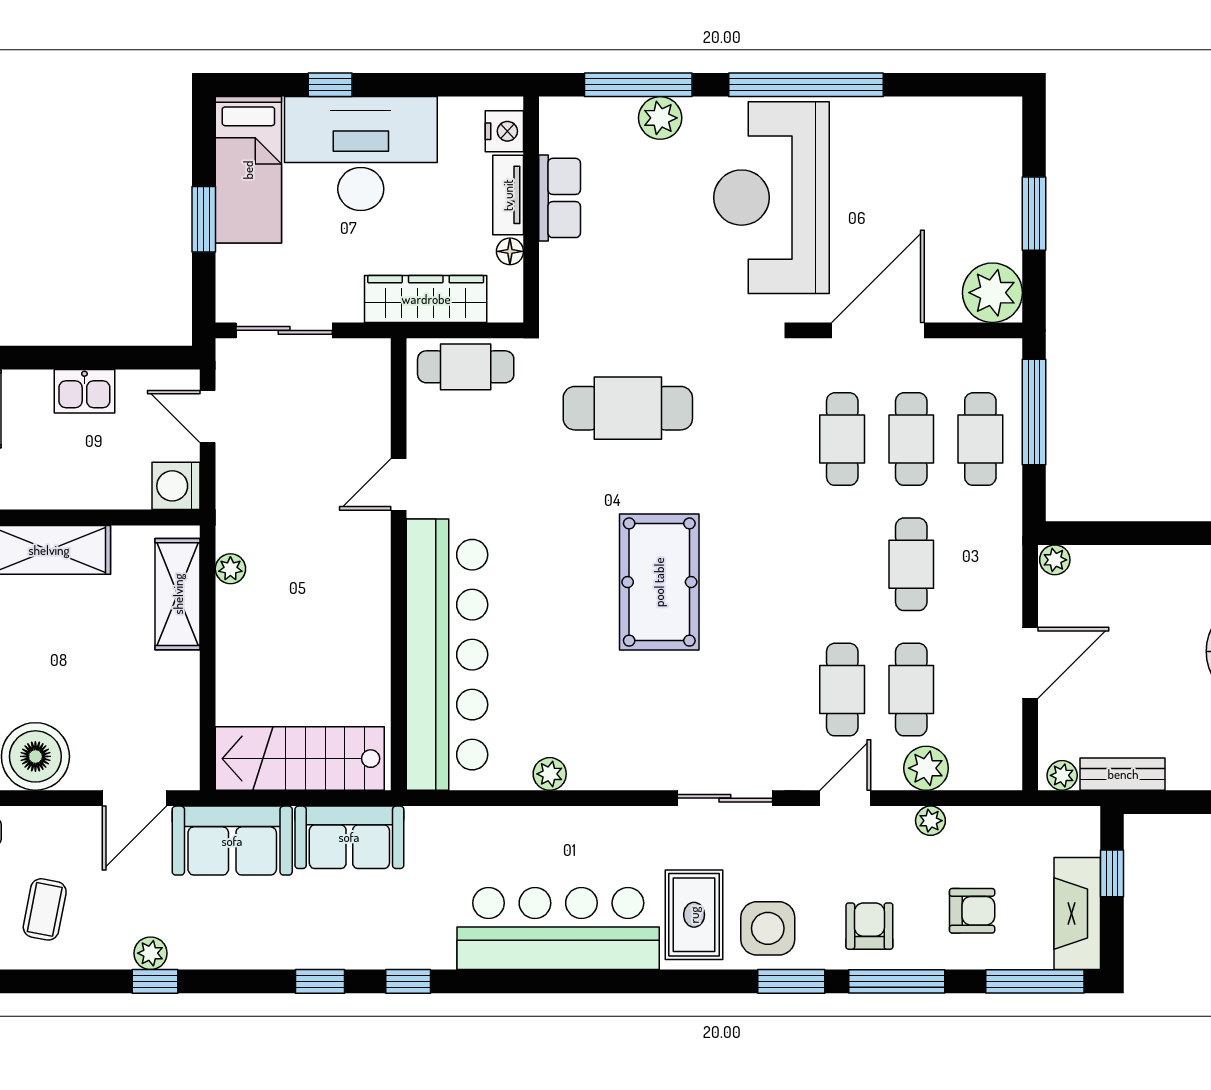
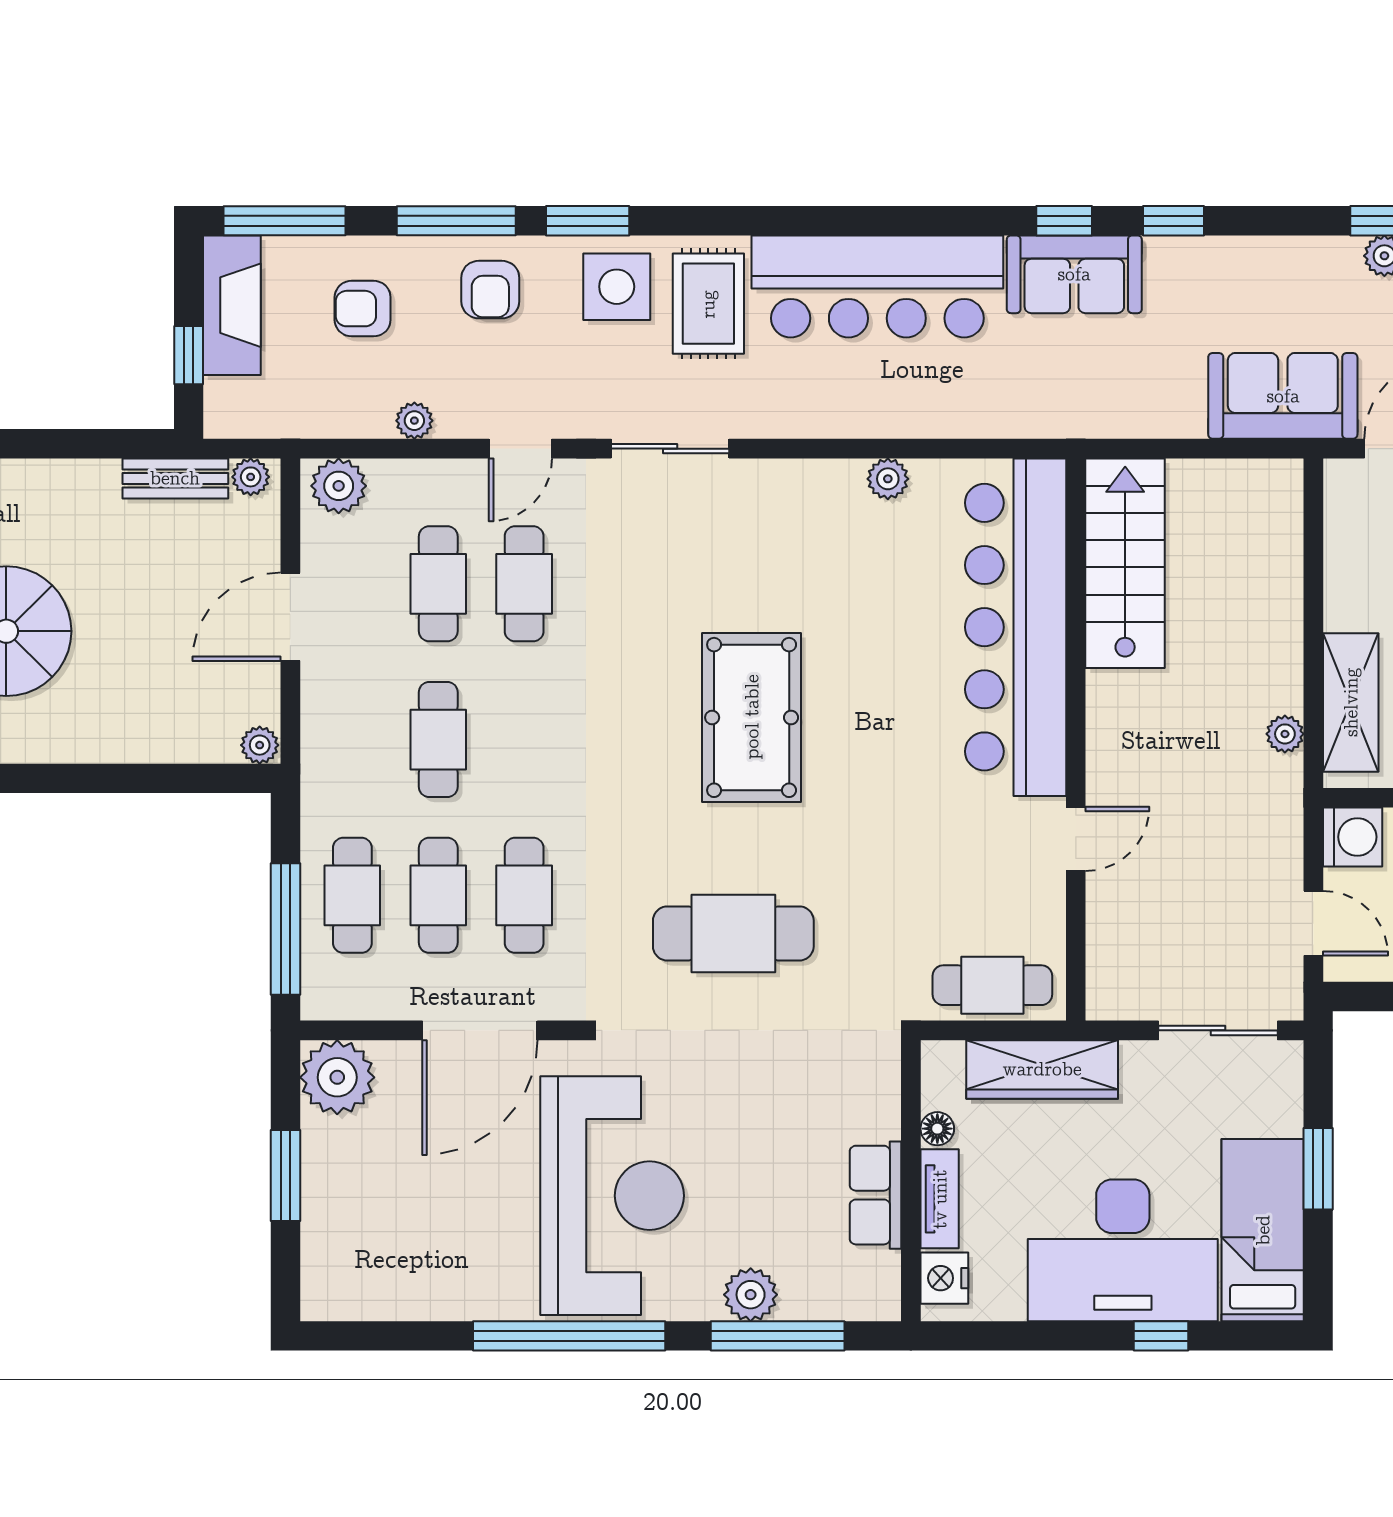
cafe table: (628, 408) -> (733, 933), moved
stairs: (300, 759) -> (1125, 563), moved, turned -90
plant: (926, 768) -> (339, 486), moved
sofa: (349, 837) -> (1074, 274), moved, turned 180

